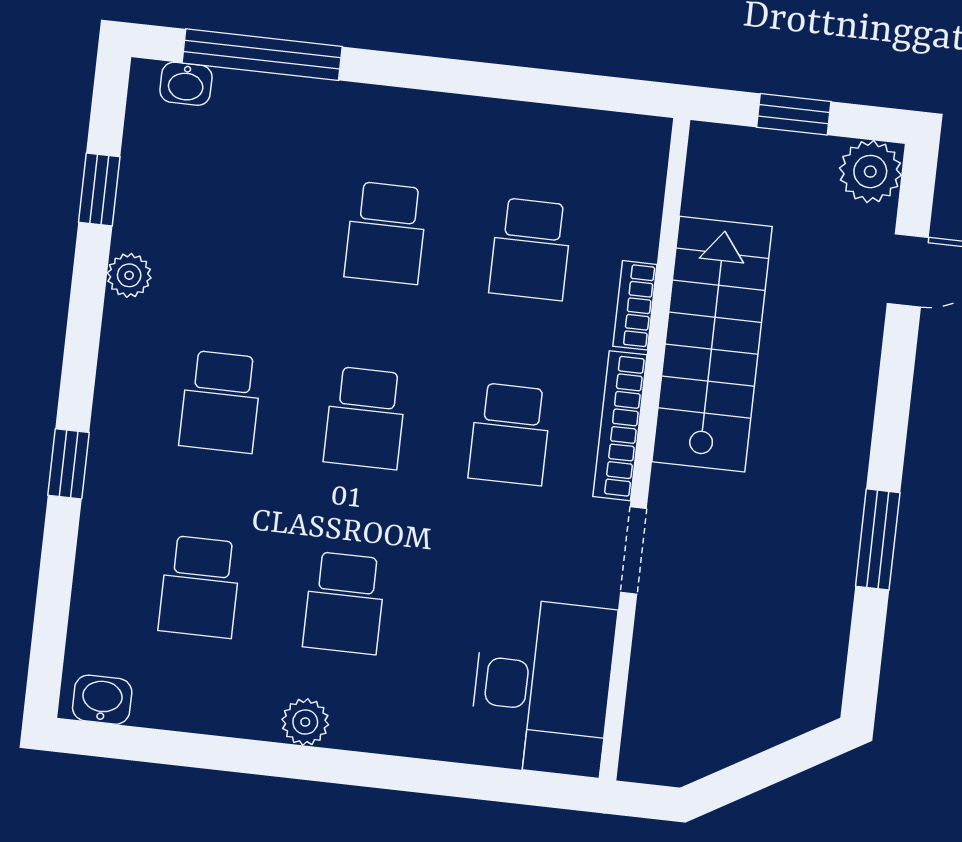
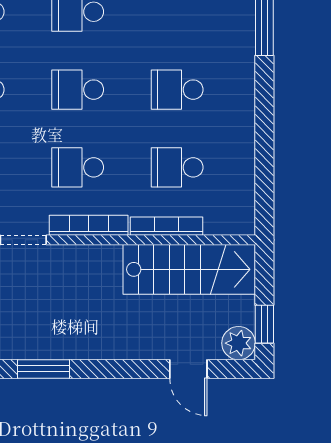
window: (794, 114) -> (264, 324), moved
bookcase: (635, 305) -> (166, 226), width x1.56
stairs: (712, 344) -> (189, 269), moved

